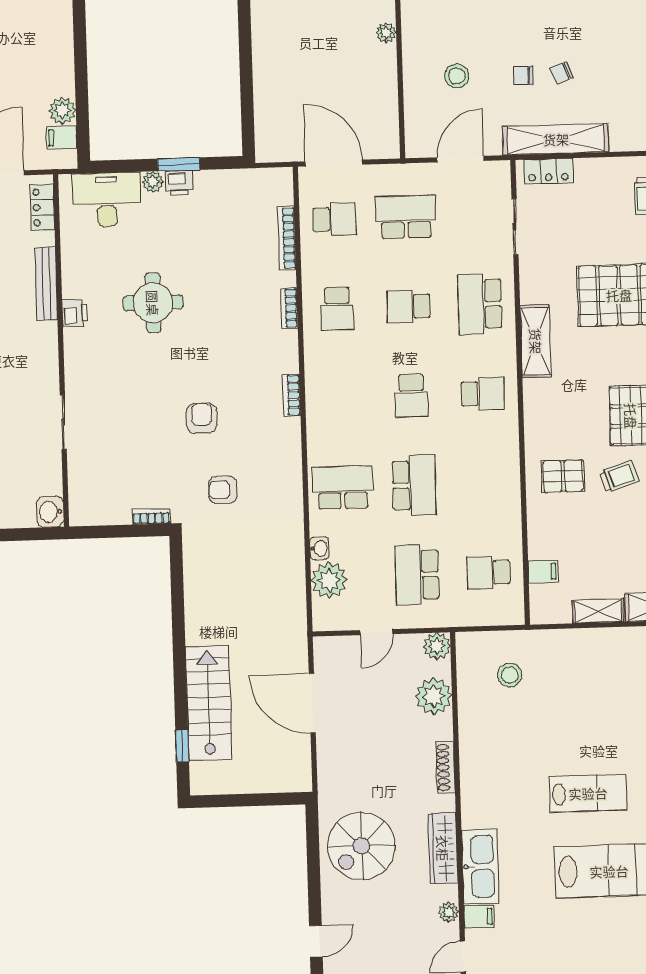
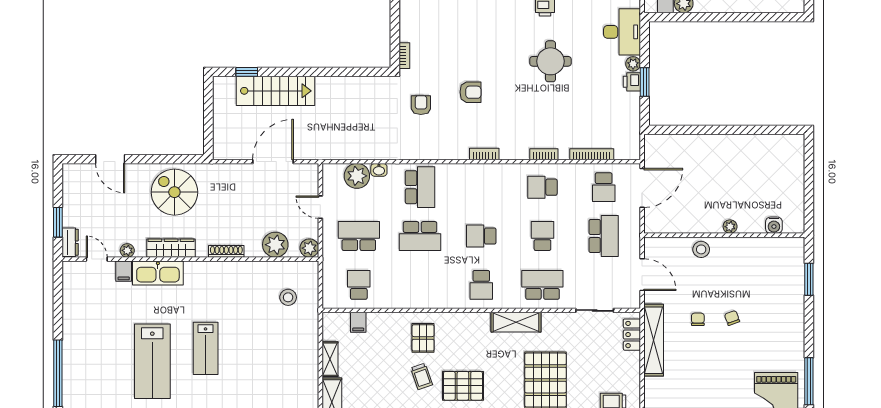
chair: (562, 73) -> (732, 318), moved
stool: (457, 76) -> (701, 249), moved
door: (316, 941) -> (110, 159), width x1.38

